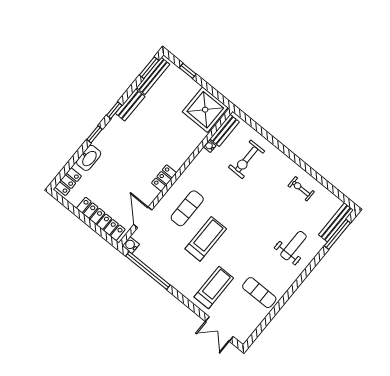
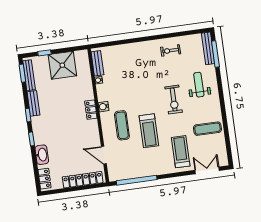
shower: (205, 110) -> (62, 65), moved
exercise bike: (247, 159) -> (174, 100), moved
locker: (164, 178) -> (91, 110), moved
treadmill: (206, 239) -> (149, 131), turned 180
water cooler: (131, 245) -> (104, 107), moved
double door: (219, 329) -> (207, 170), swing flipped

